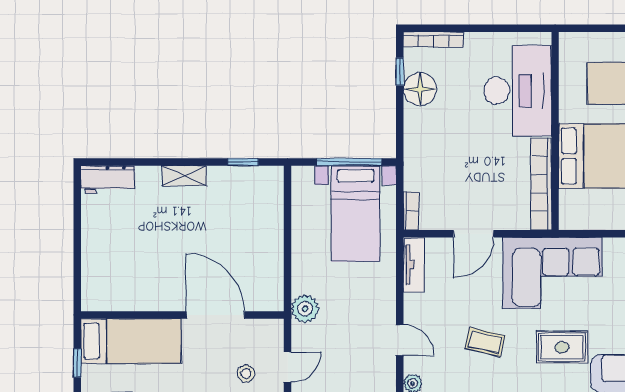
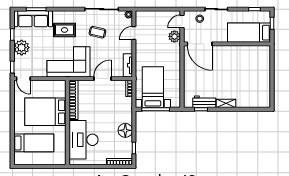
floor lamp: (420, 89) -> (125, 130), moved
workbench: (108, 179) -> (204, 102), moved
plant: (305, 309) -> (174, 36), moved
door: (215, 315) -> (200, 44), moved
door: (400, 340) -> (134, 33), hinge flipped

